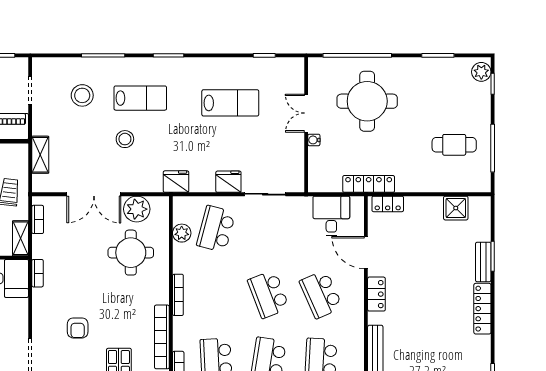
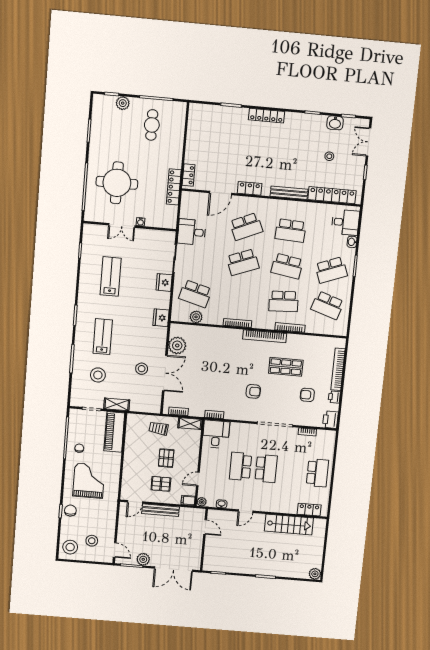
plant: (481, 72) -> (123, 103), moved
stool: (125, 139) -> (142, 369), moved
shelving: (40, 155) -> (117, 404), moved
shower: (456, 208) -> (196, 128), removed
desk: (331, 216) -> (192, 232), moved
round table: (131, 253) -> (206, 352), removed
bench: (483, 262) -> (234, 112), removed

